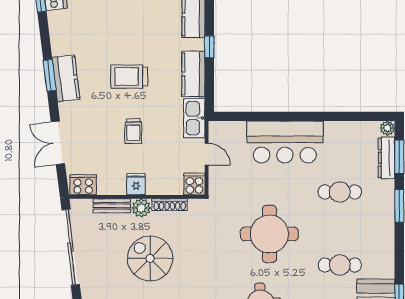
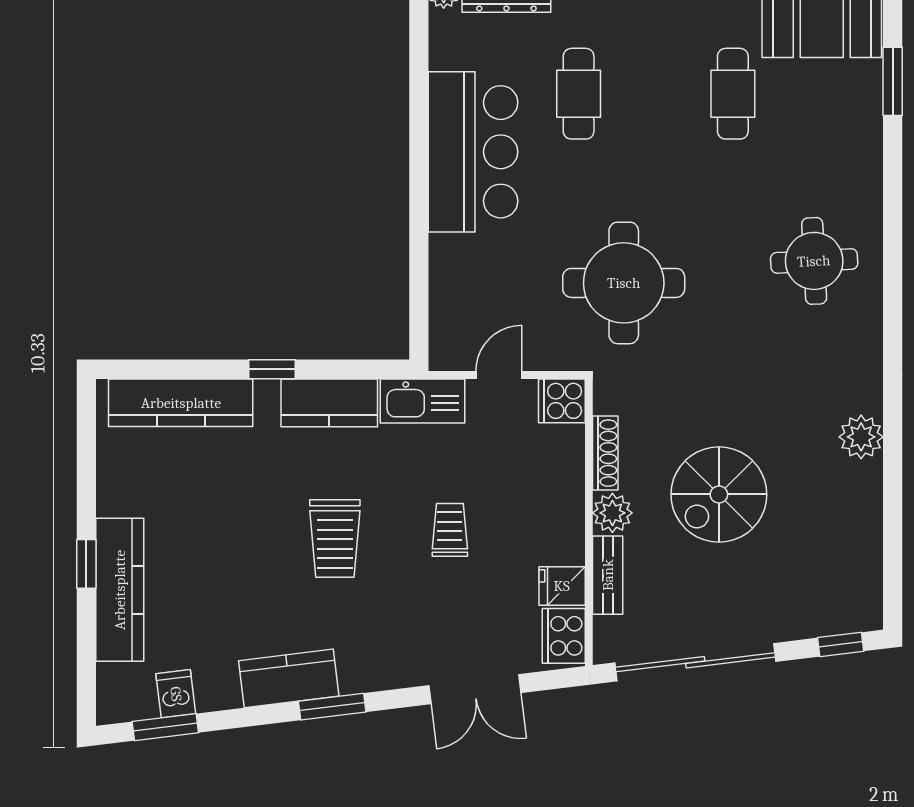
kitchen counter: (66, 78) -> (289, 678), moved
trolley: (133, 131) -> (450, 530), turned -90
bar counter: (285, 142) -> (473, 152), moved
fridge: (136, 184) -> (562, 586), moved
round table: (269, 234) -> (624, 283), moved

